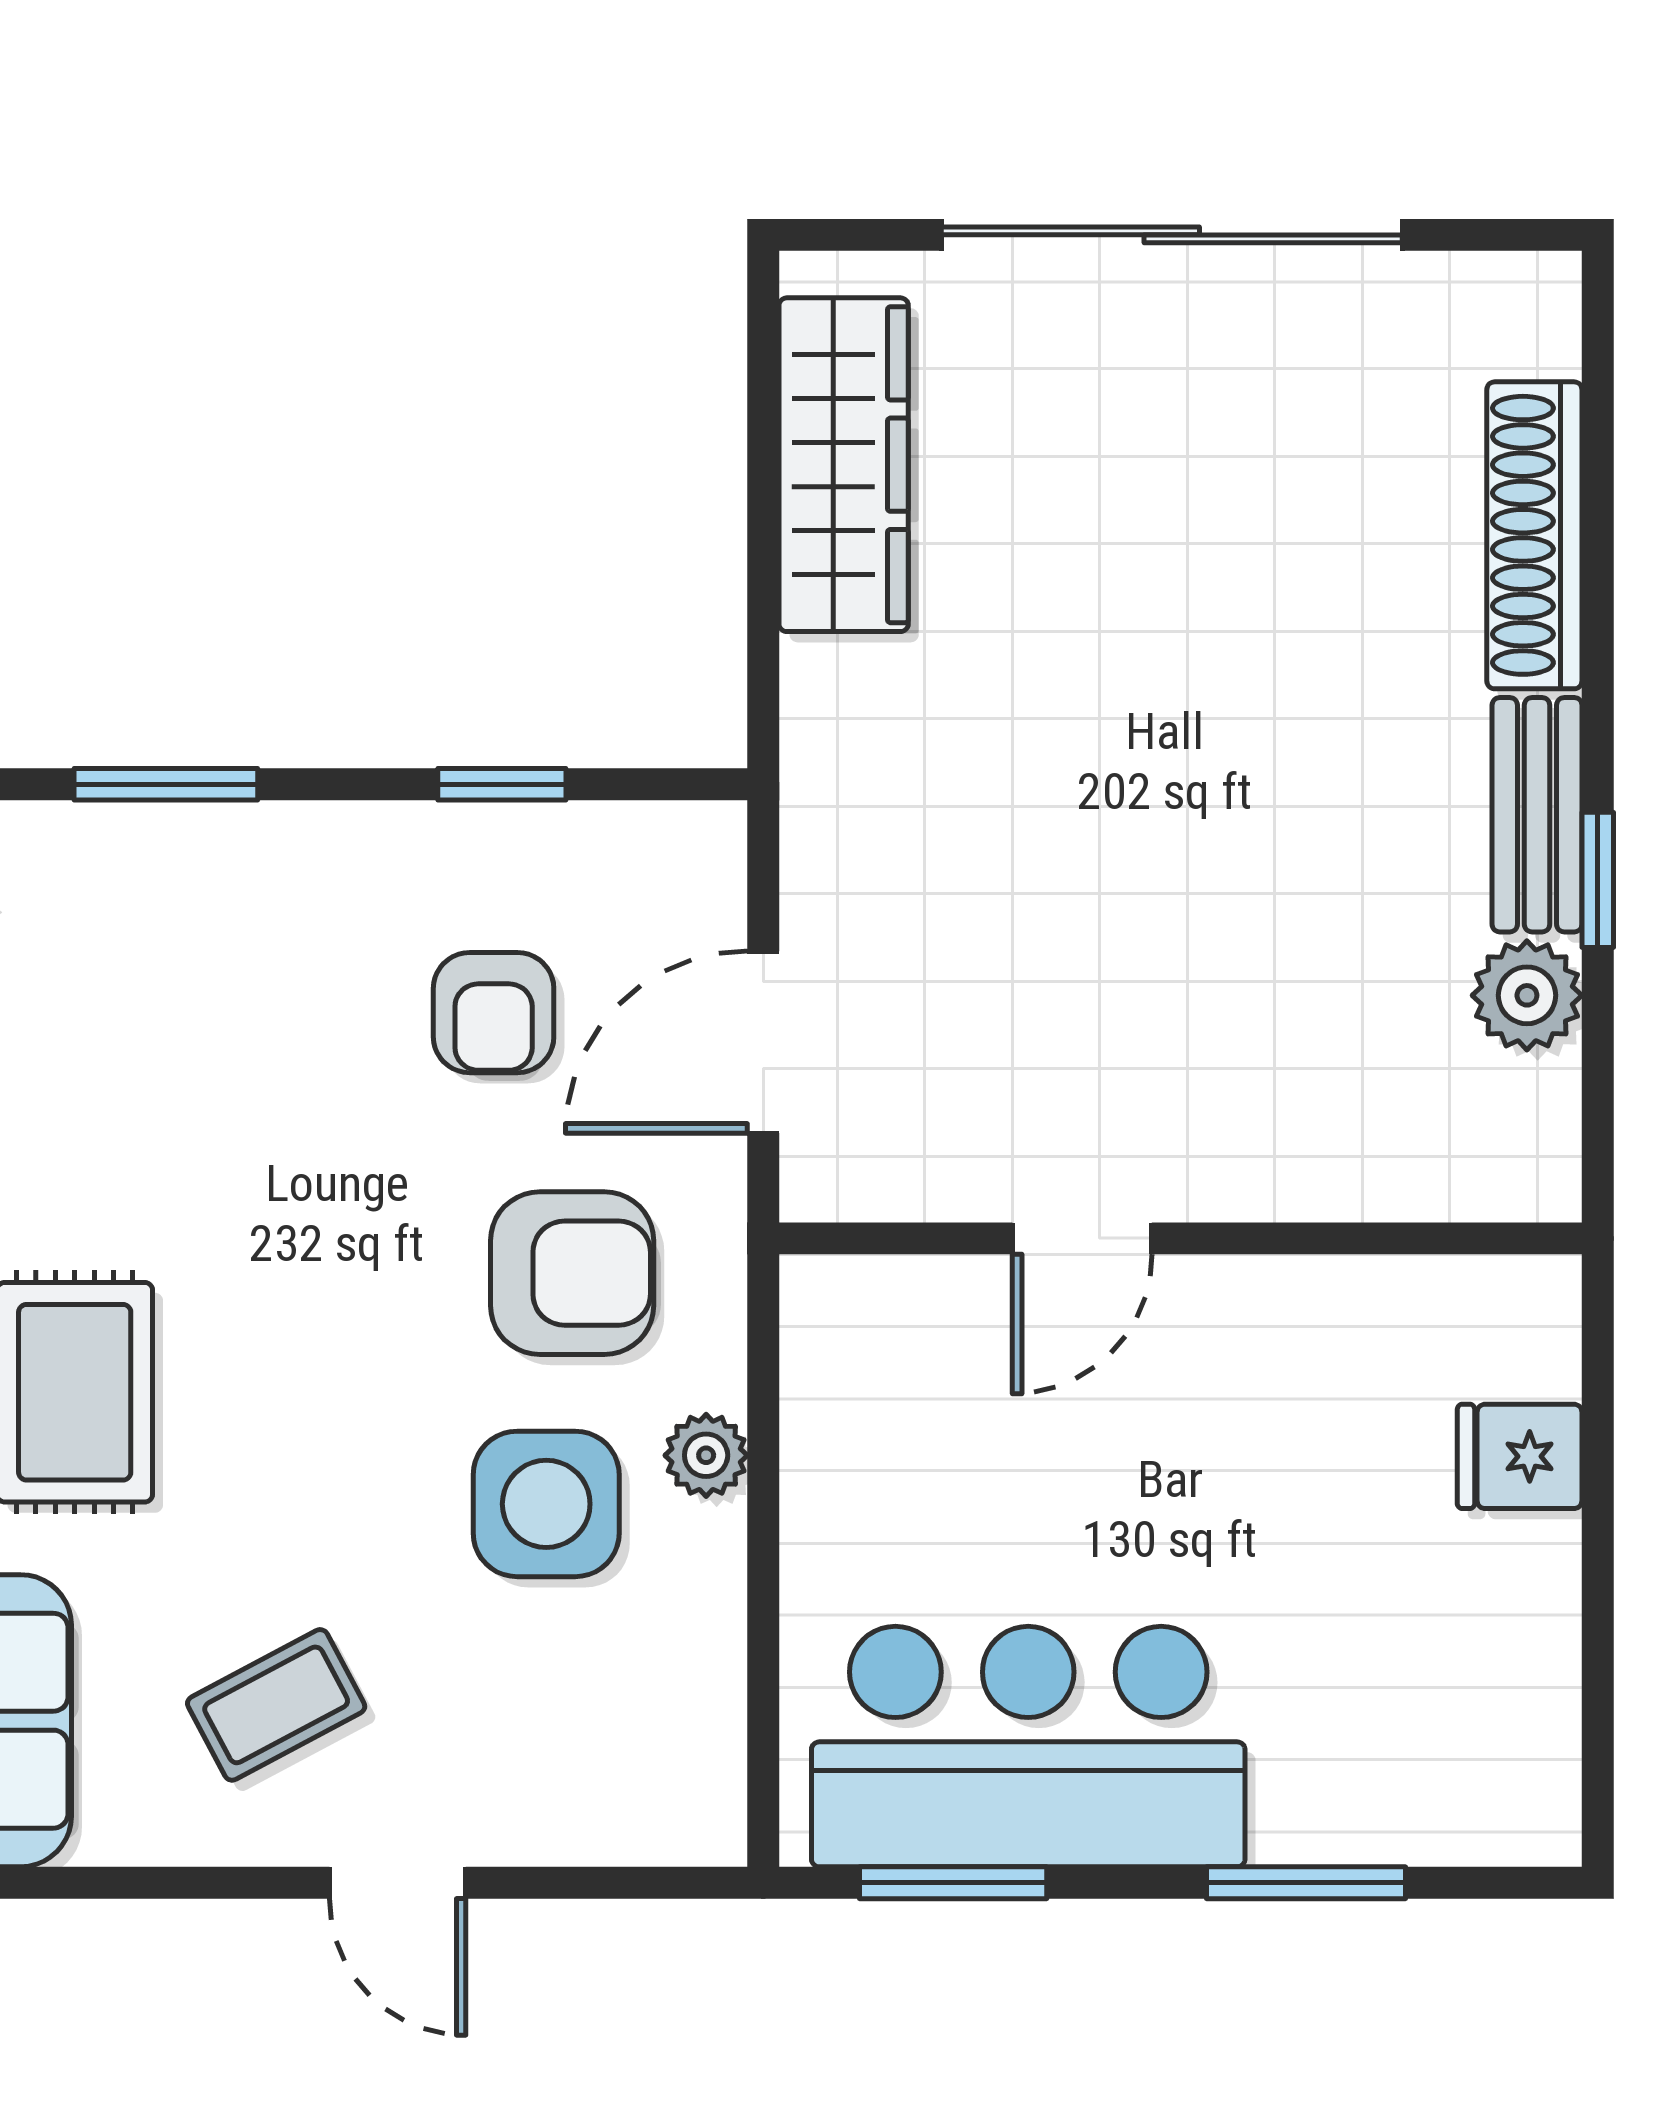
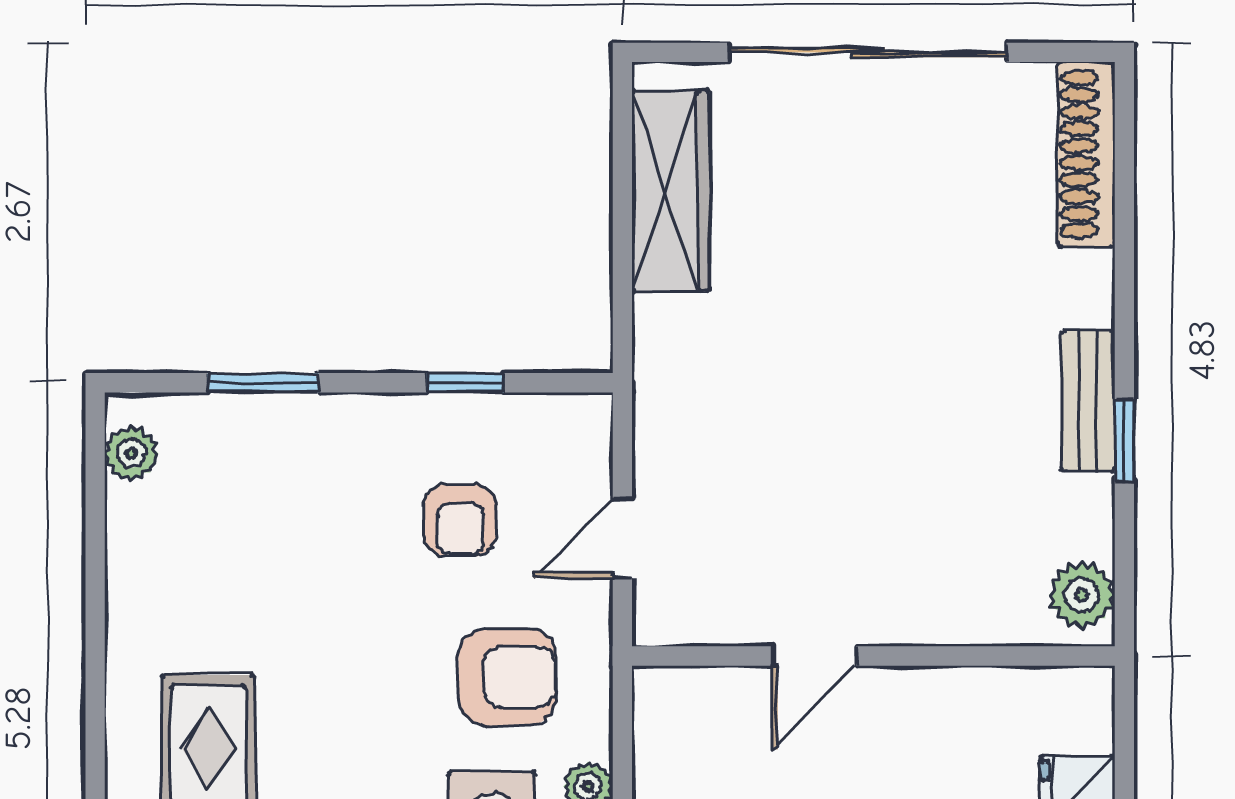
shoe rack: (1534, 535) -> (1086, 154), moved
plant: (1527, 995) -> (1082, 595), moved
door: (763, 1042) -> (622, 538), width x0.73

